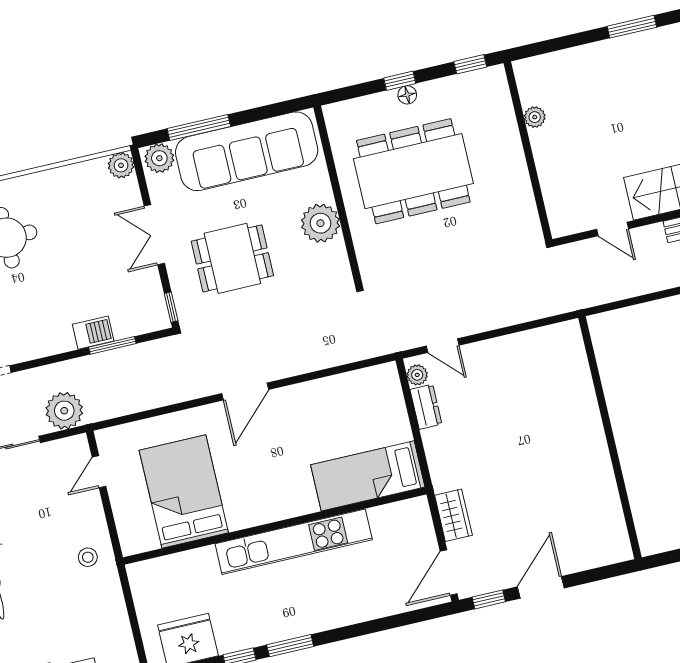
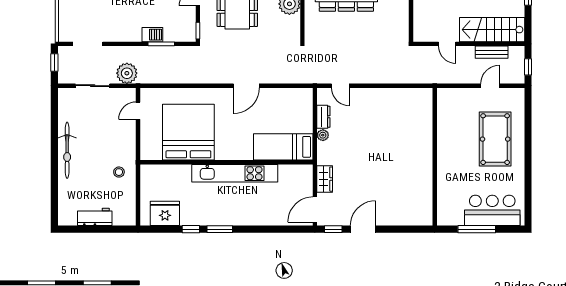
plant: (417, 375) -> (323, 135), moved
door: (245, 392) -> (246, 86), moved
wall: (610, 438) -> (435, 157), moved
bed: (184, 491) -> (188, 132), width x1.36
stool: (88, 557) -> (119, 172), moved

